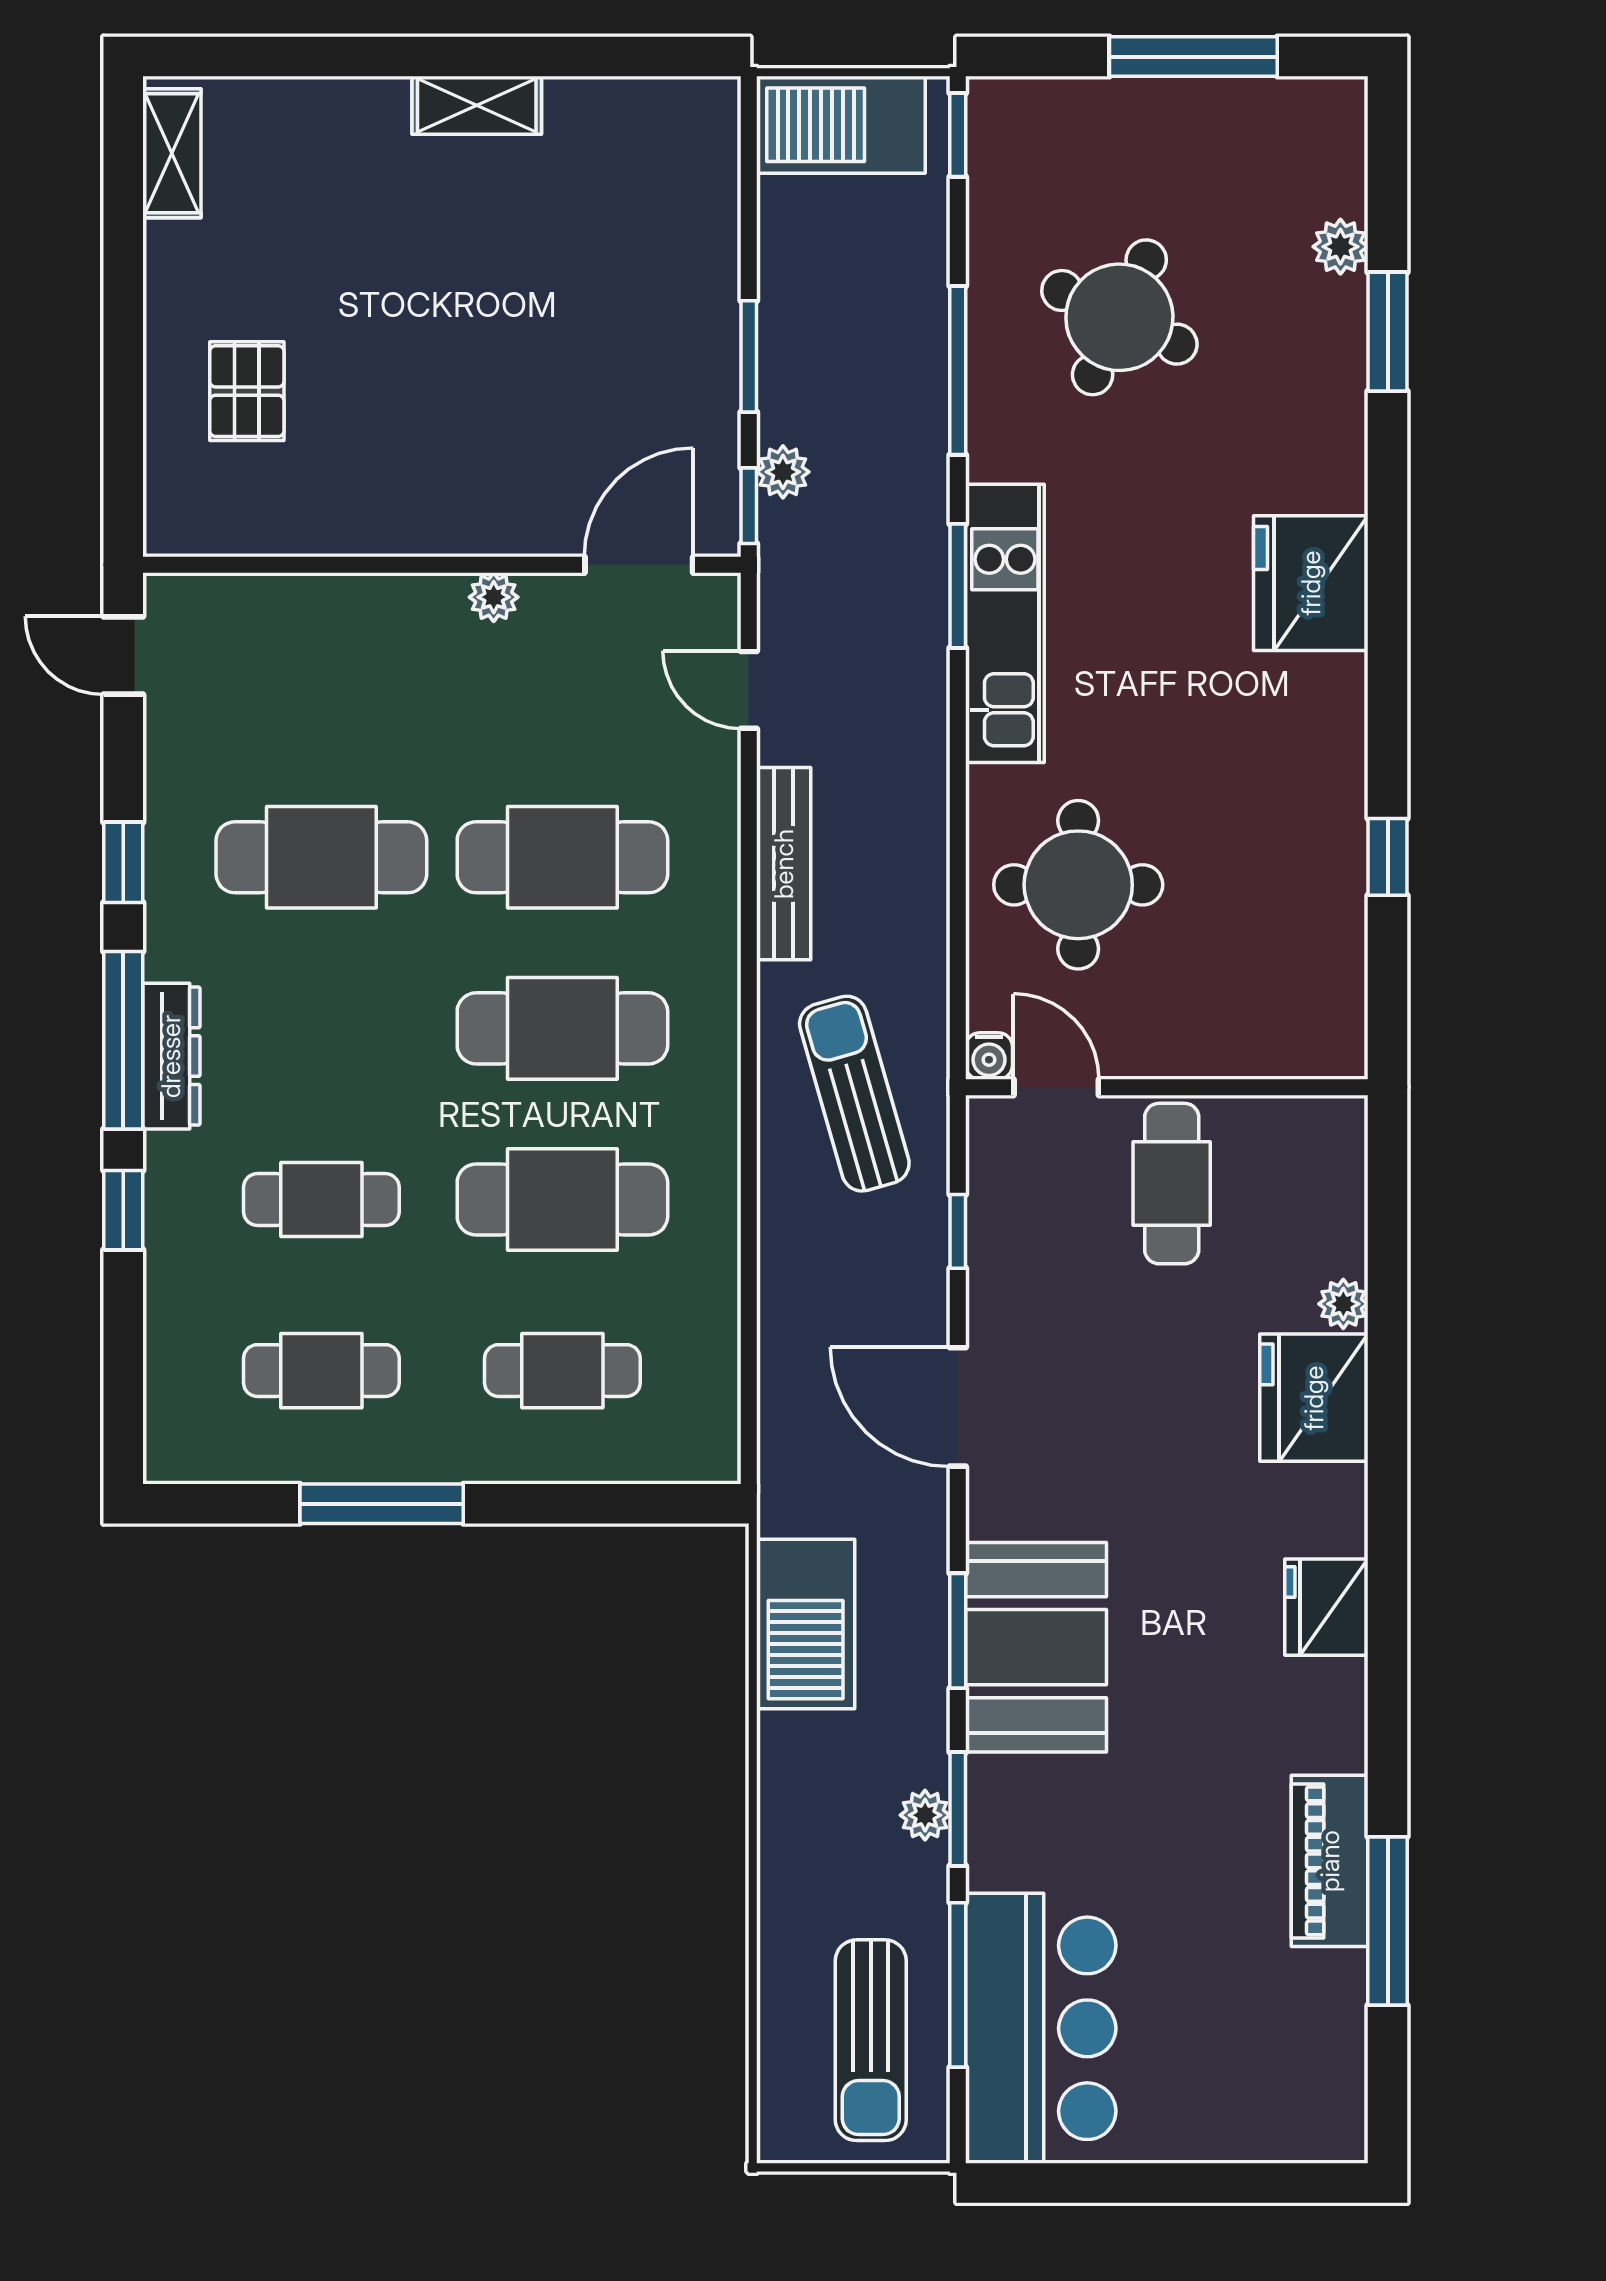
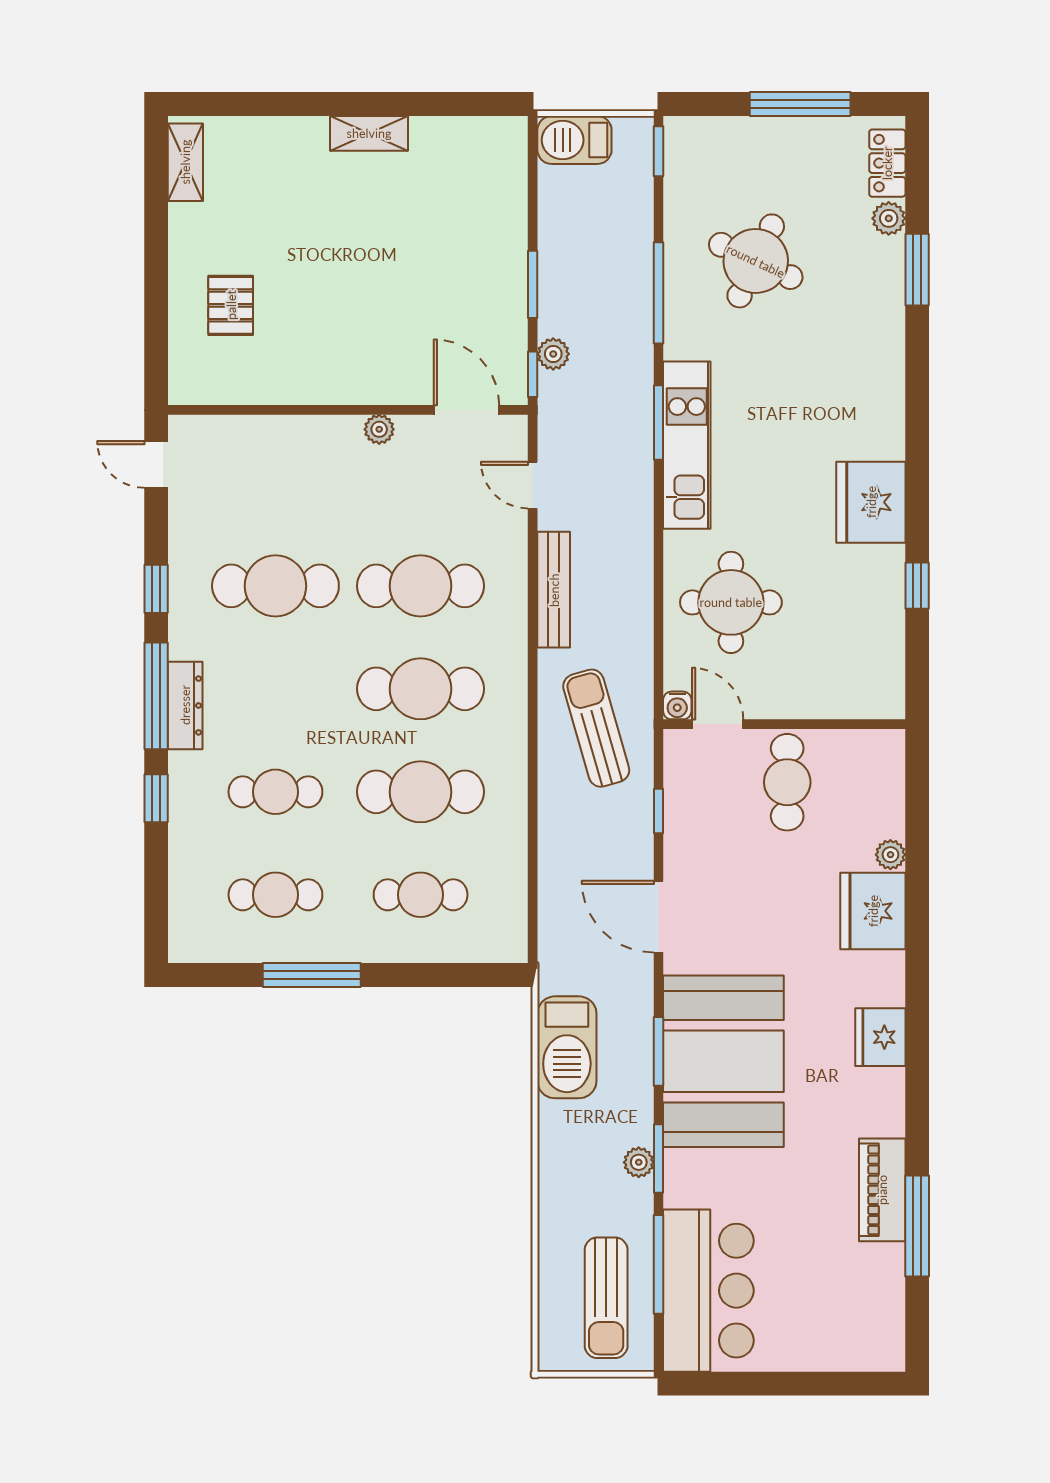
barbecue: (841, 125) -> (574, 140), width x0.73, depth x0.83
locker: (1338, 155) -> (887, 163), added
door: (639, 565) -> (466, 410), hinge flipped
fridge: (1311, 583) -> (871, 502), moved
booth: (1036, 1647) -> (723, 1061), width x1.36, depth x1.42

